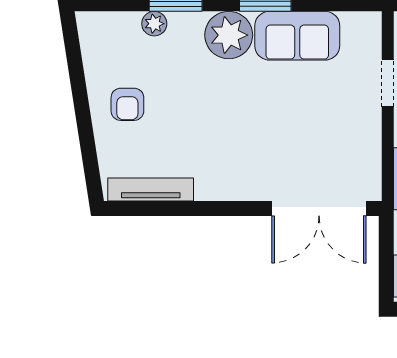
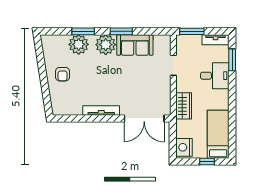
plant: (154, 24) -> (79, 44), width x1.87, depth x1.87
tv unit: (151, 189) -> (101, 110), moved

